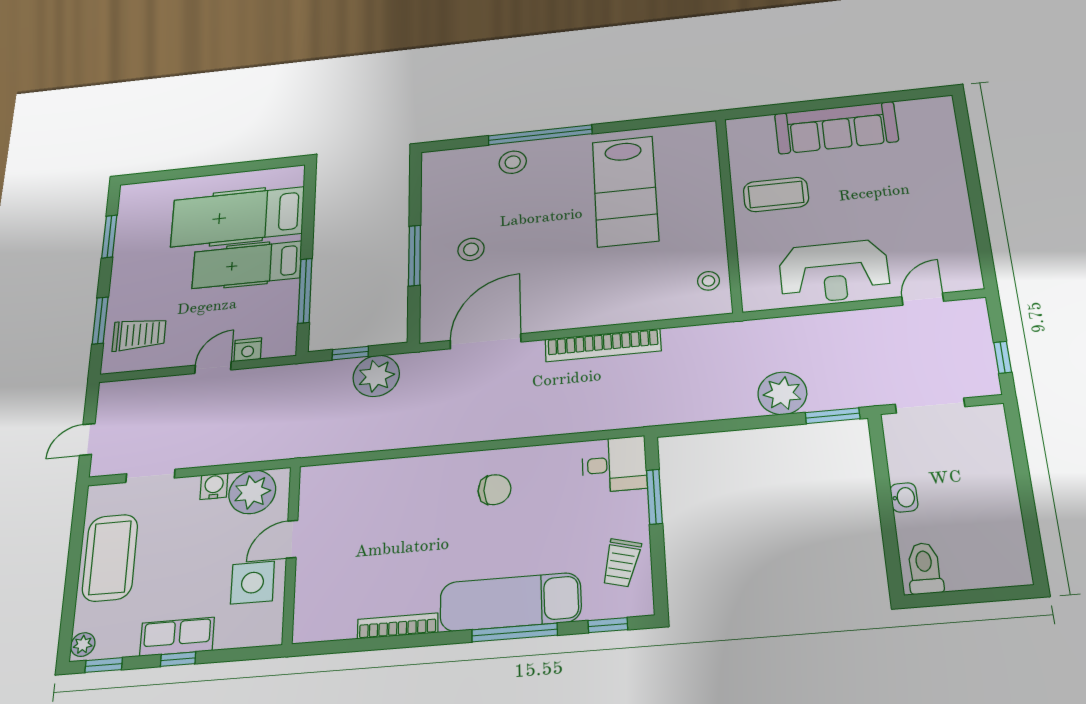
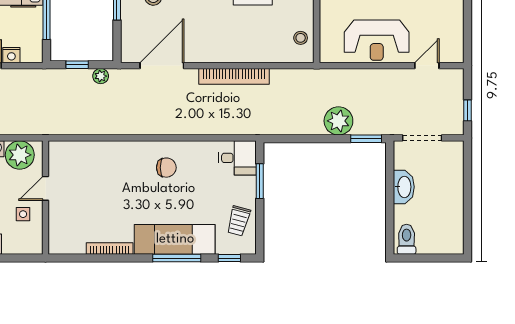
plant: (376, 376) -> (101, 76), width x0.53, depth x0.53
washbasin: (904, 497) -> (404, 187), width x1.91, depth x1.45
side table: (252, 583) -> (23, 214), width x0.54, depth x0.54

